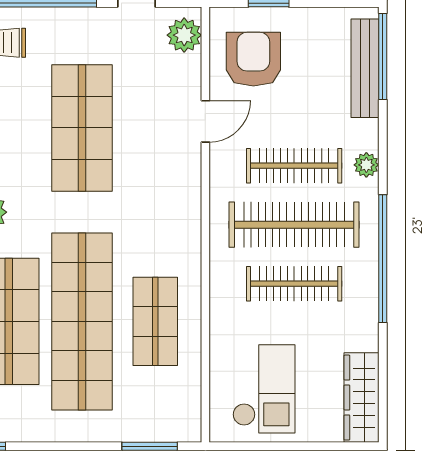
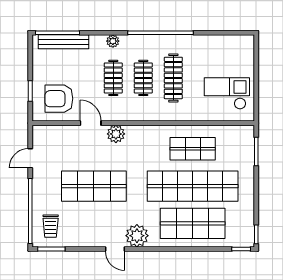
plant: (184, 35) -> (116, 134), moved
clothes rail: (294, 166) -> (113, 78), width x0.73
clothes rail: (294, 225) -> (143, 78), width x0.54, depth x0.76
wardrobe: (362, 398) -> (231, 44), removed

